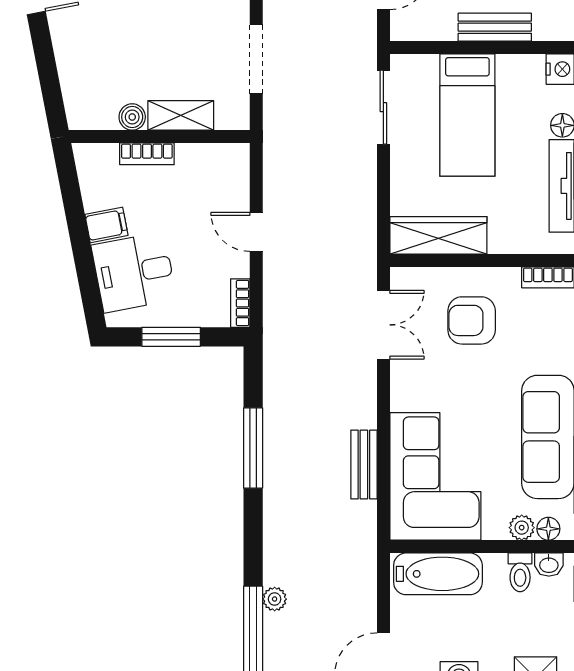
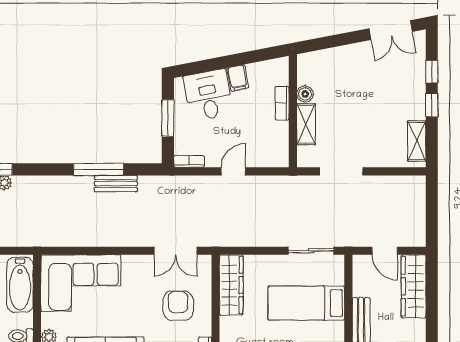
bench: (364, 464) -> (116, 184), moved

